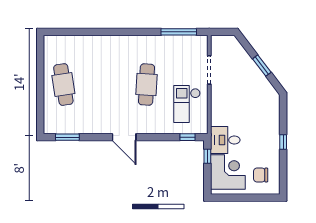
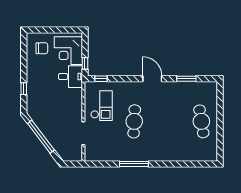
window: (179, 32) -> (134, 164), moved
window: (262, 66) -> (41, 137), width x2.11
window: (67, 137) -> (186, 79), moved
window: (283, 142) -> (24, 89), moved

